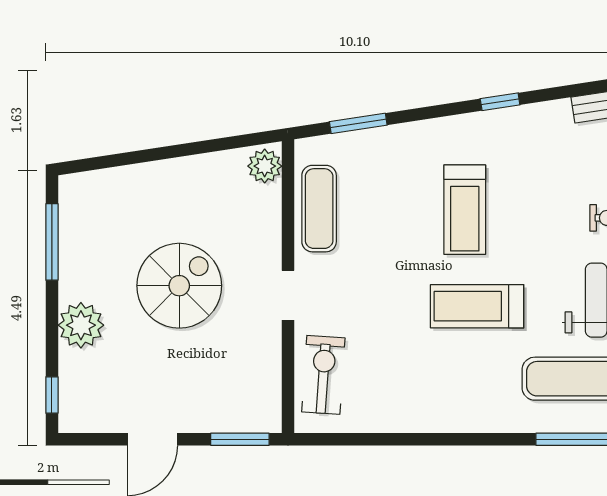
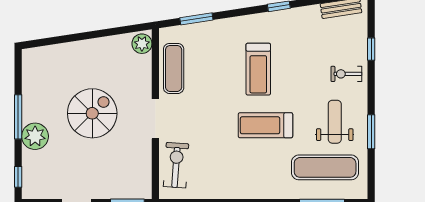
window: (52, 242) -> (18, 117), moved
doorway: (288, 295) -> (155, 119), width x1.38

